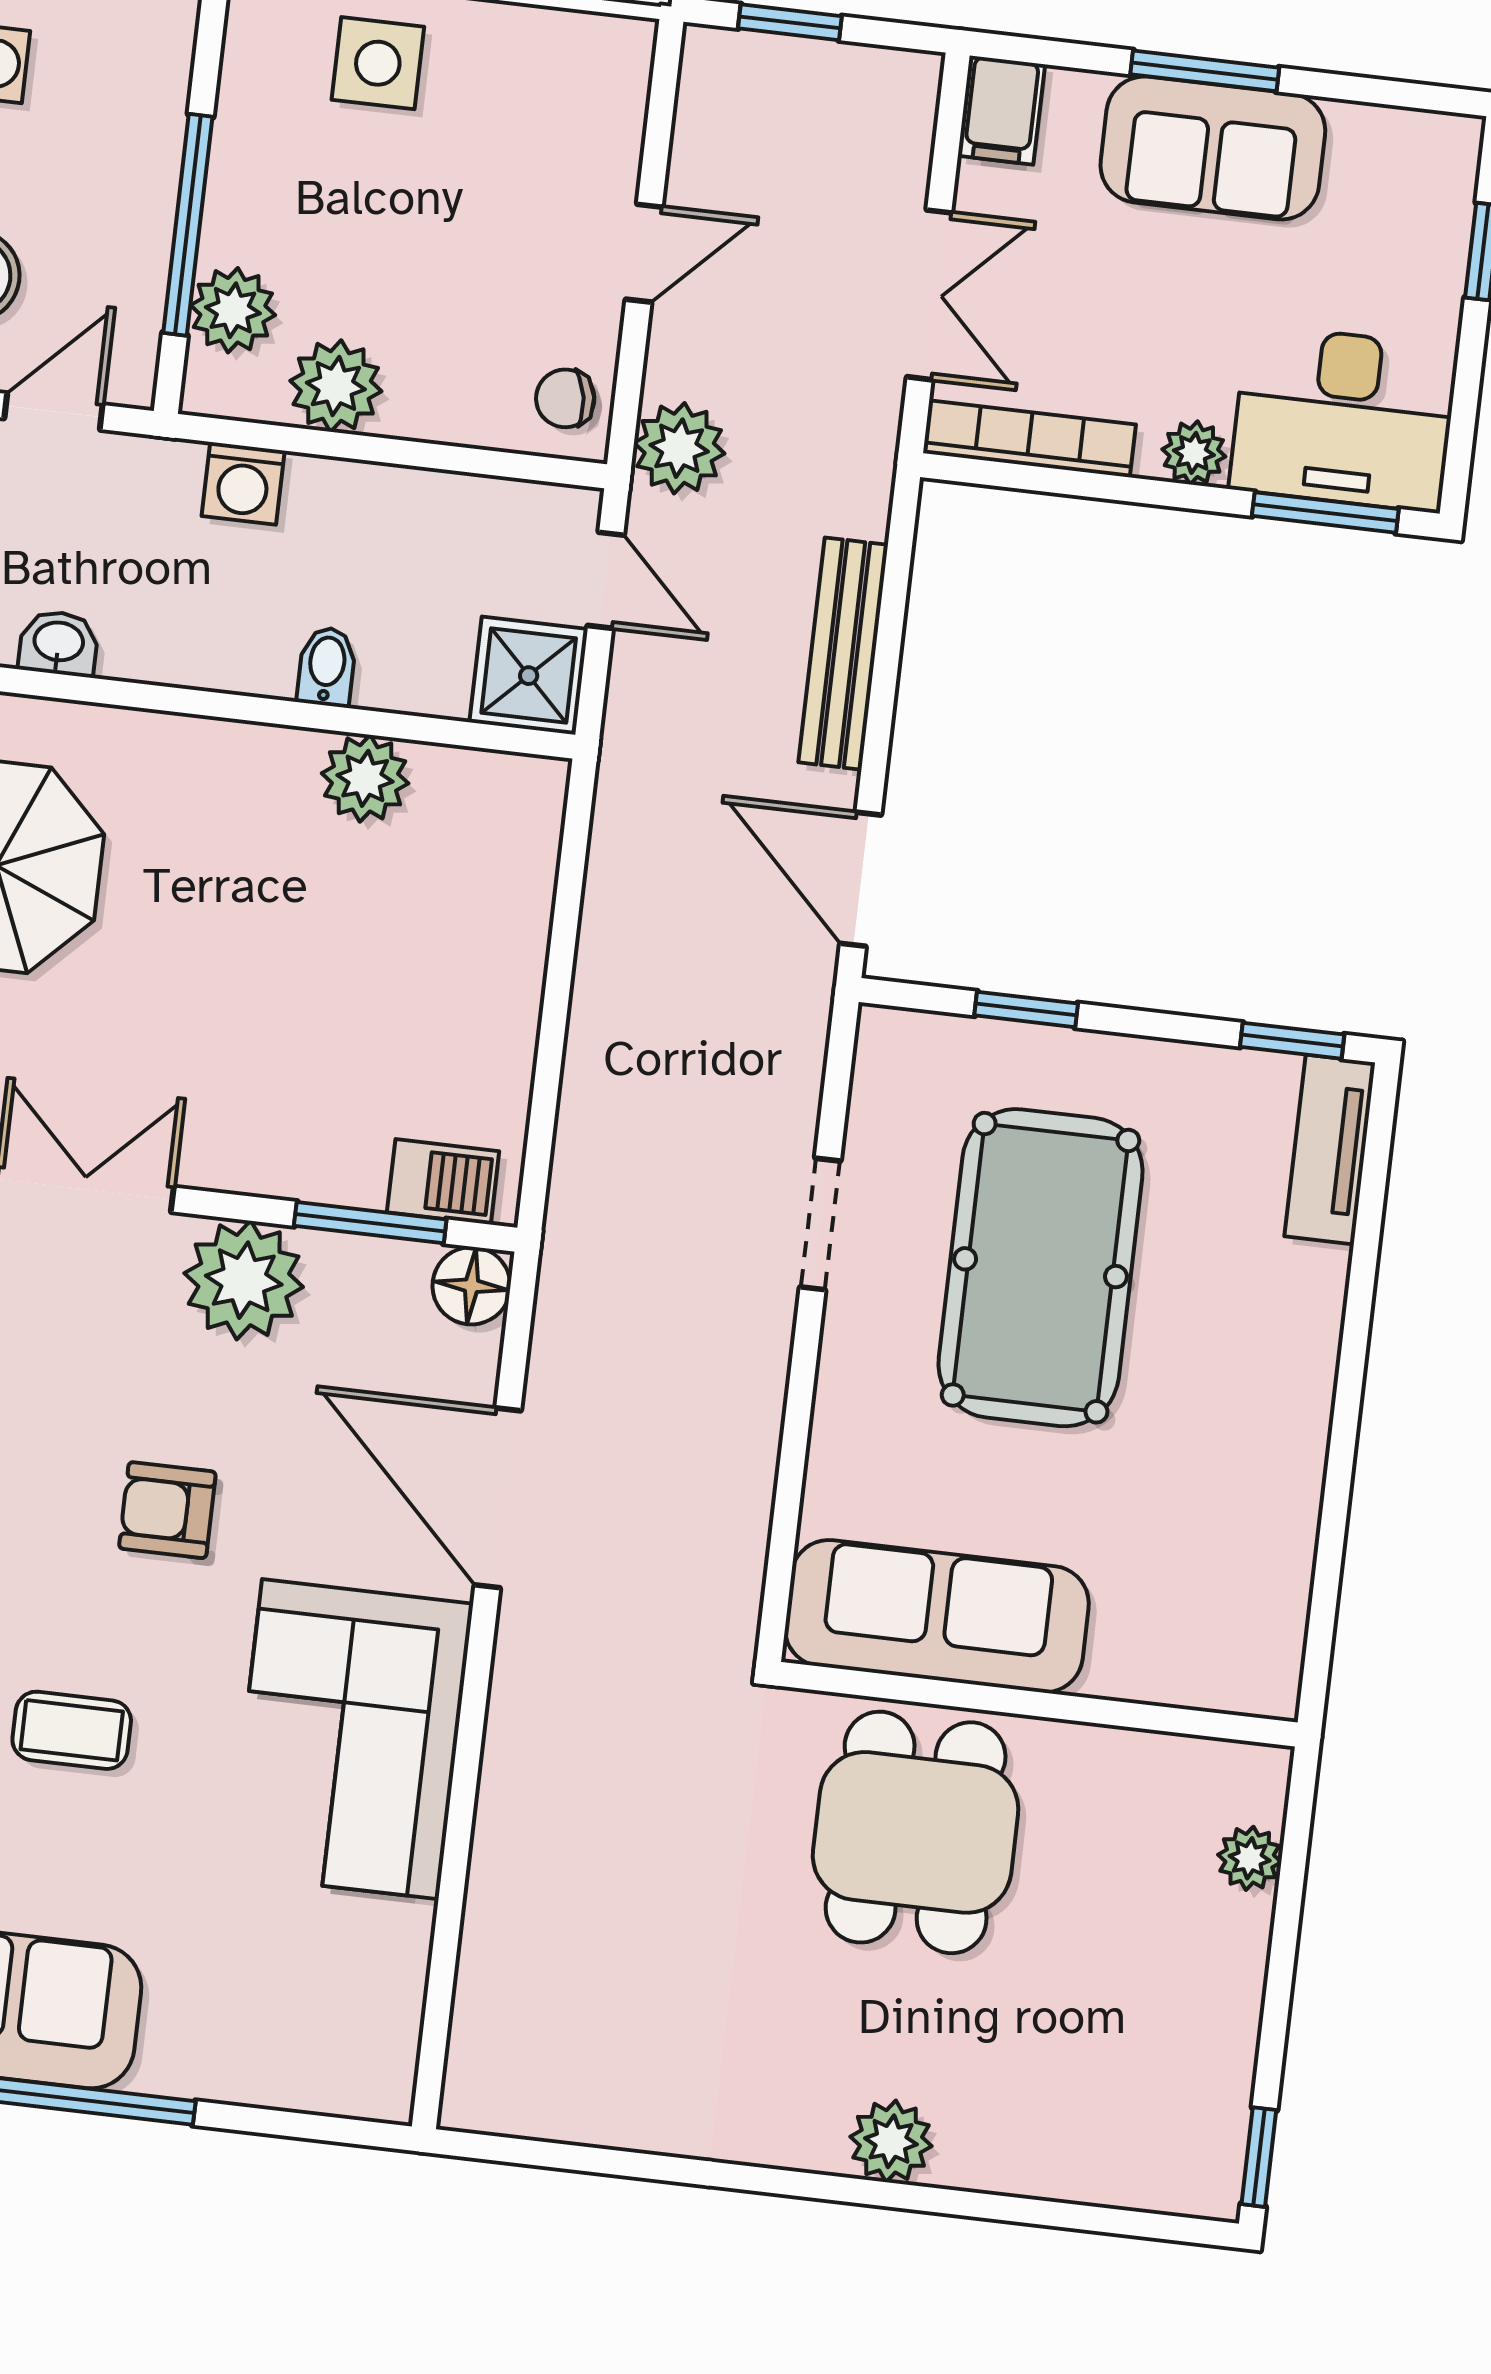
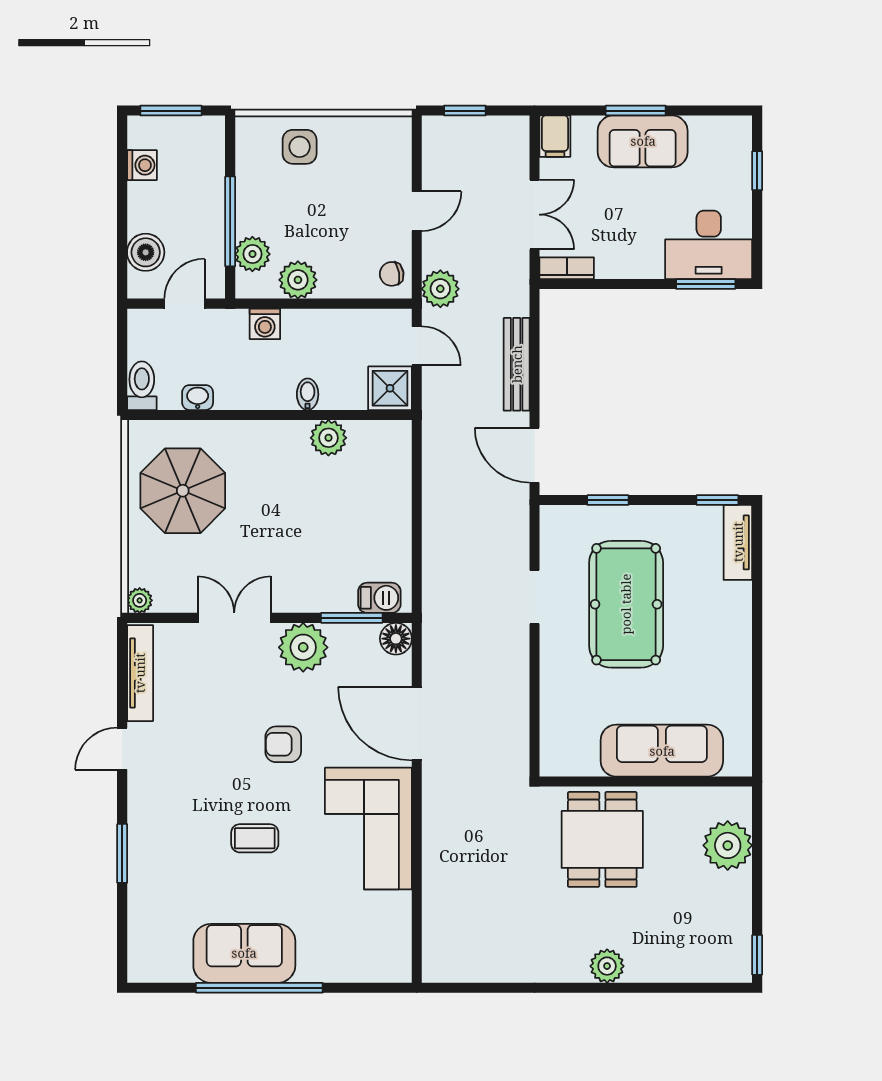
bookcase: (1029, 439) -> (567, 268), width x0.64
plant: (1194, 453) -> (649, 266), removed
sofa: (937, 1616) -> (662, 751), moved
plant: (1250, 1858) -> (728, 845), width x1.87, depth x1.87

